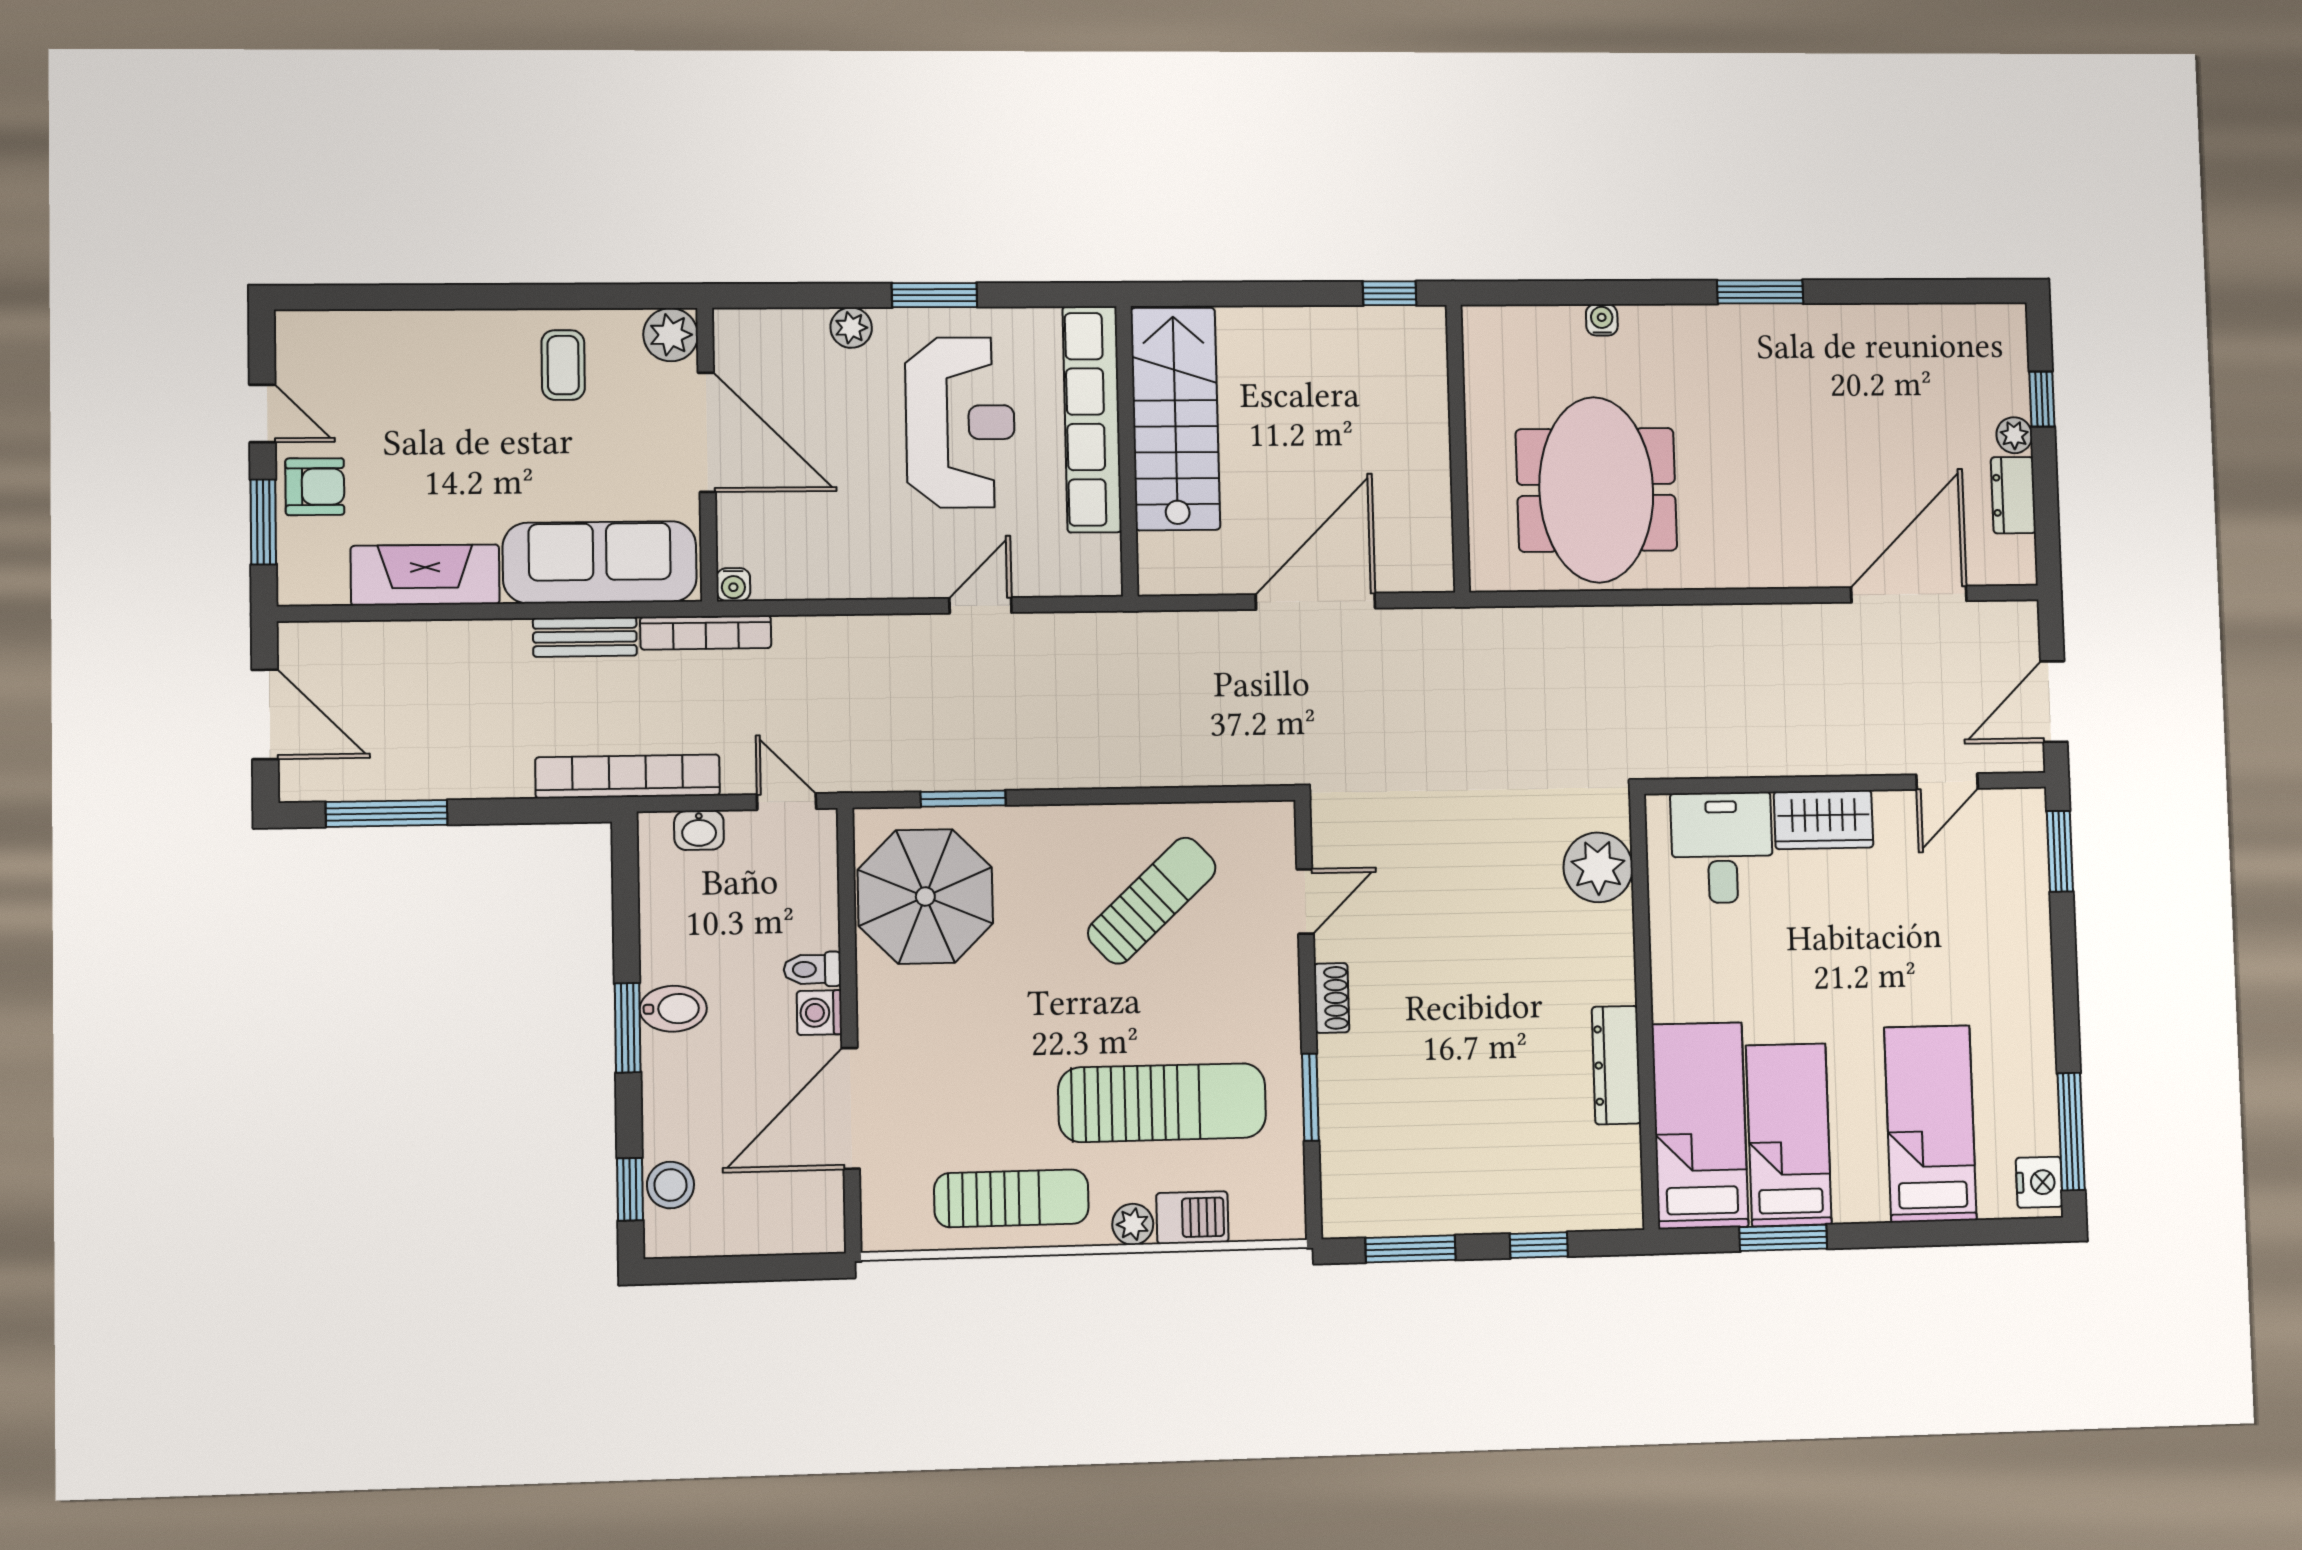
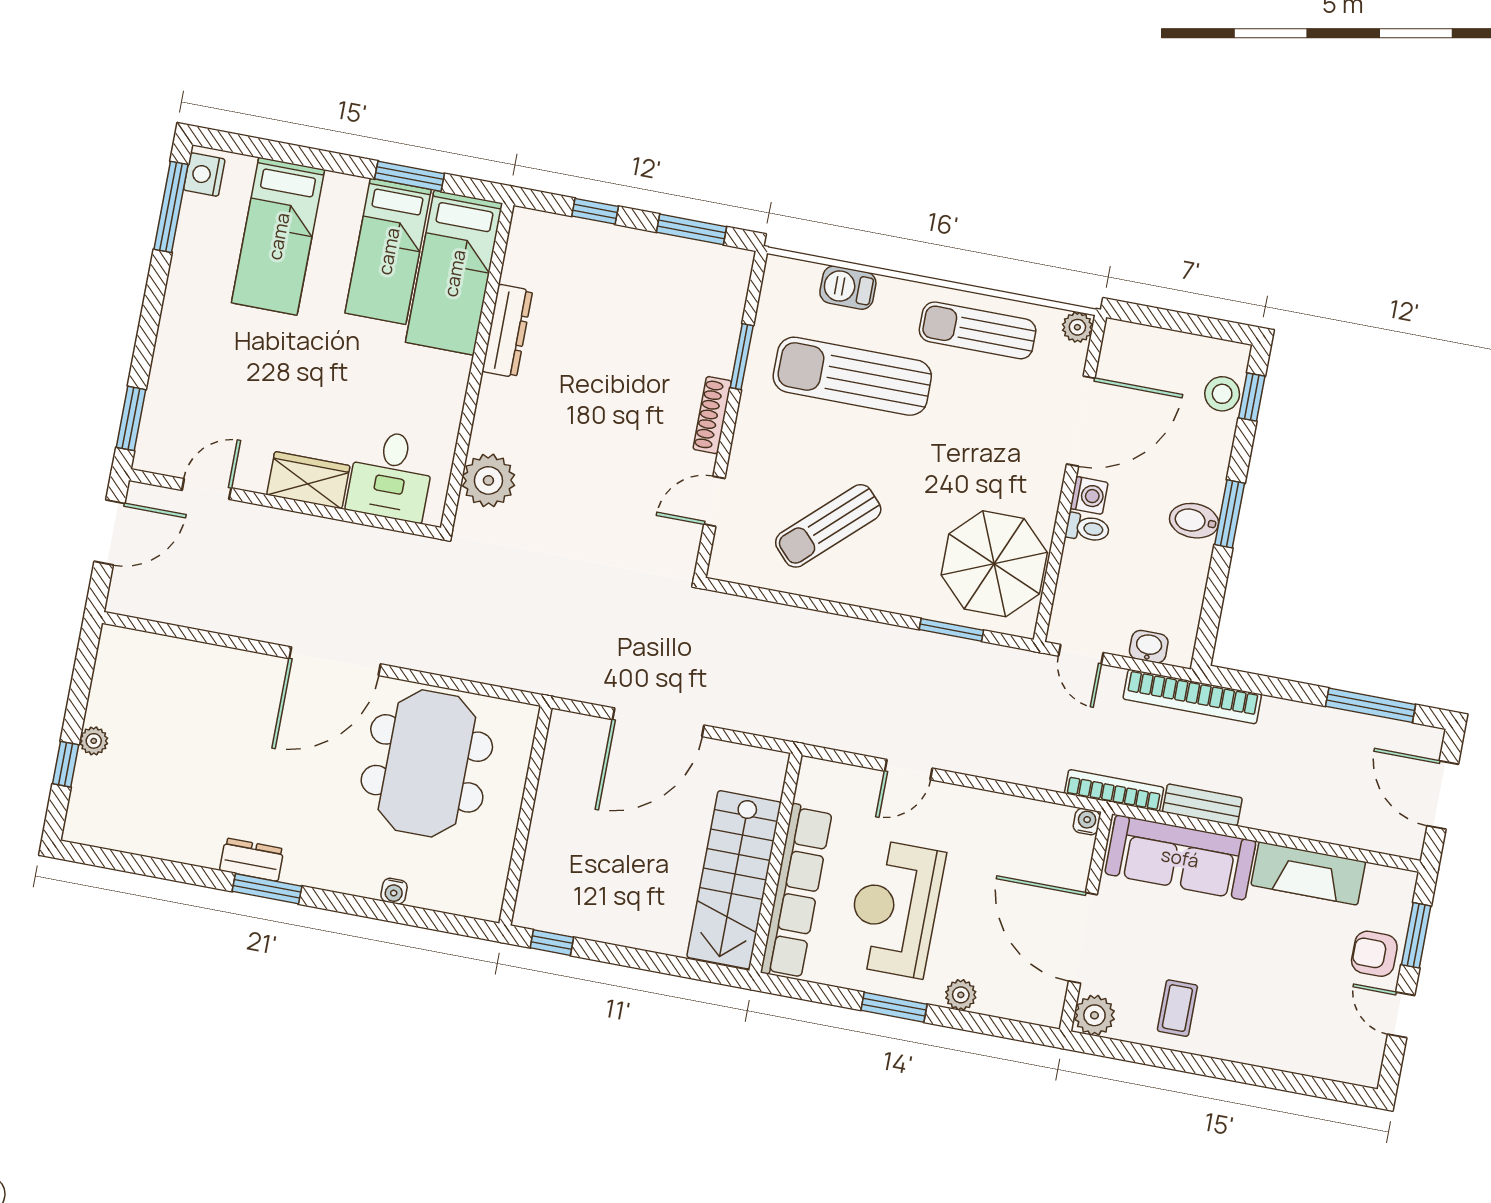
dresser: (2013, 495) -> (252, 860), moved, turned -90
door: (1909, 594) -> (335, 661), moved
shoe rack: (1332, 998) -> (712, 415), width x1.43
plant: (1133, 1224) -> (1077, 327), moved

